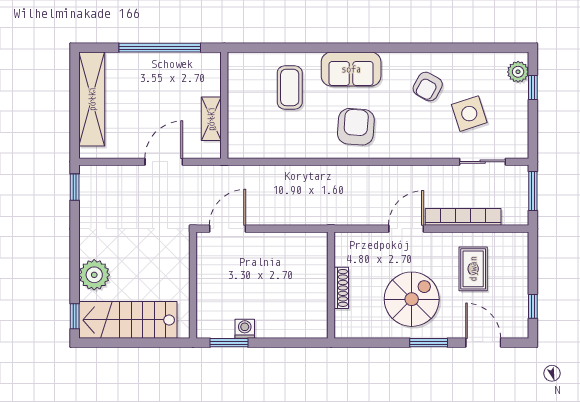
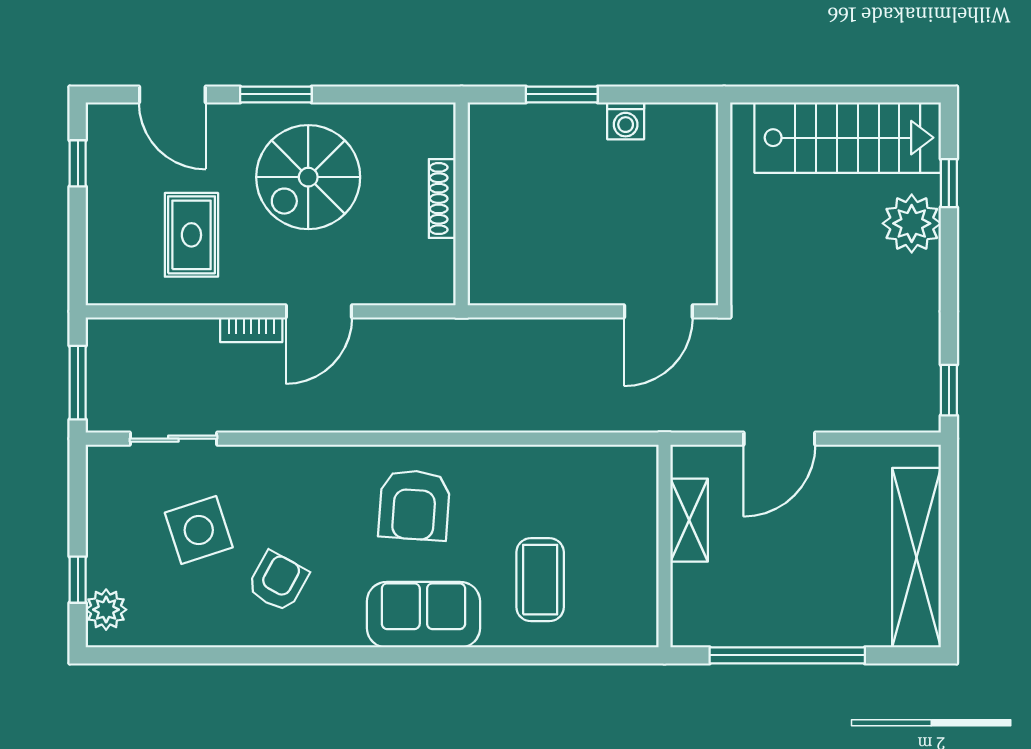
bookcase: (463, 217) -> (251, 330), width x0.43, depth x0.76
window: (75, 316) -> (949, 183), moved
window: (229, 343) -> (562, 94), moved

